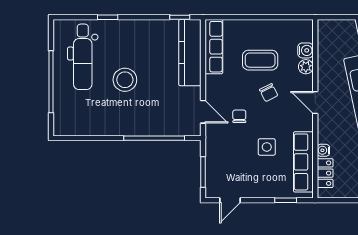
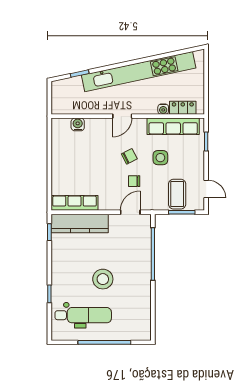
coffee table: (260, 60) -> (177, 194), moved
plant: (306, 67) -> (92, 124), removed
chair: (269, 93) -> (129, 156), moved

